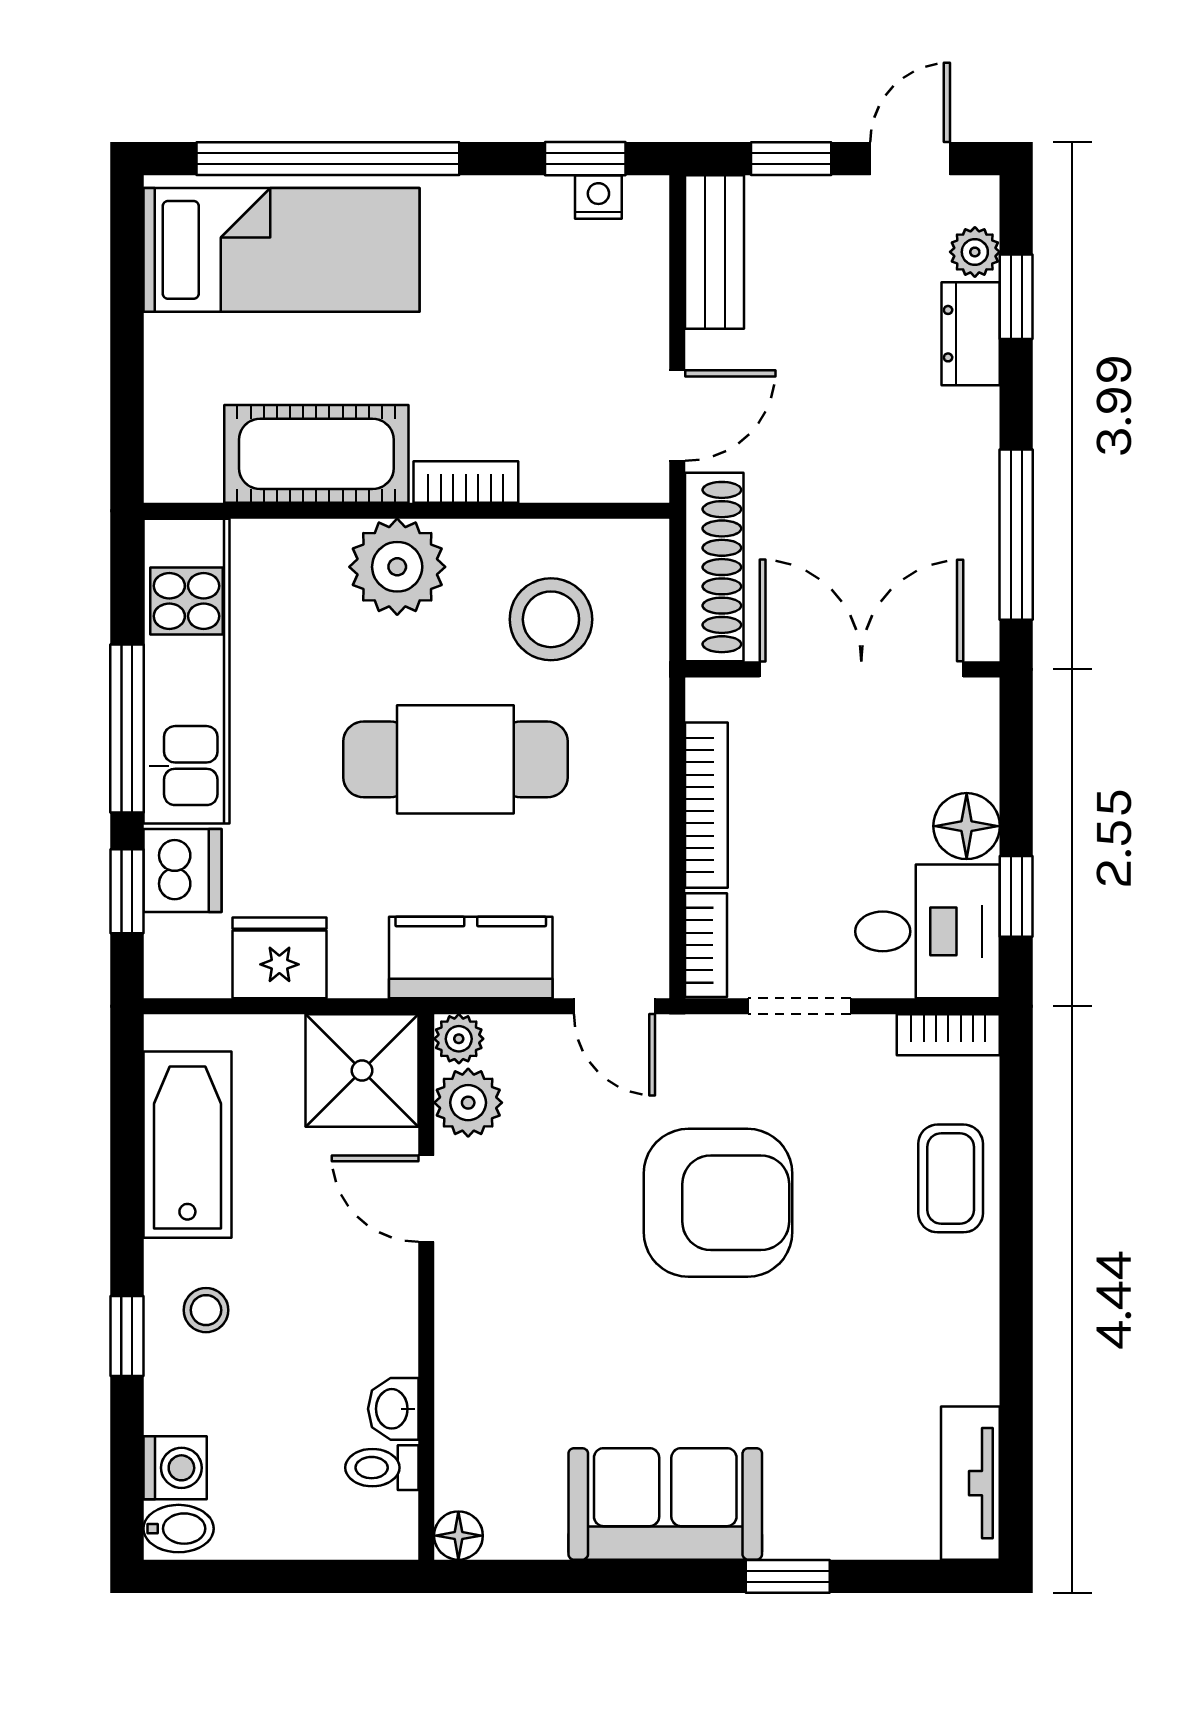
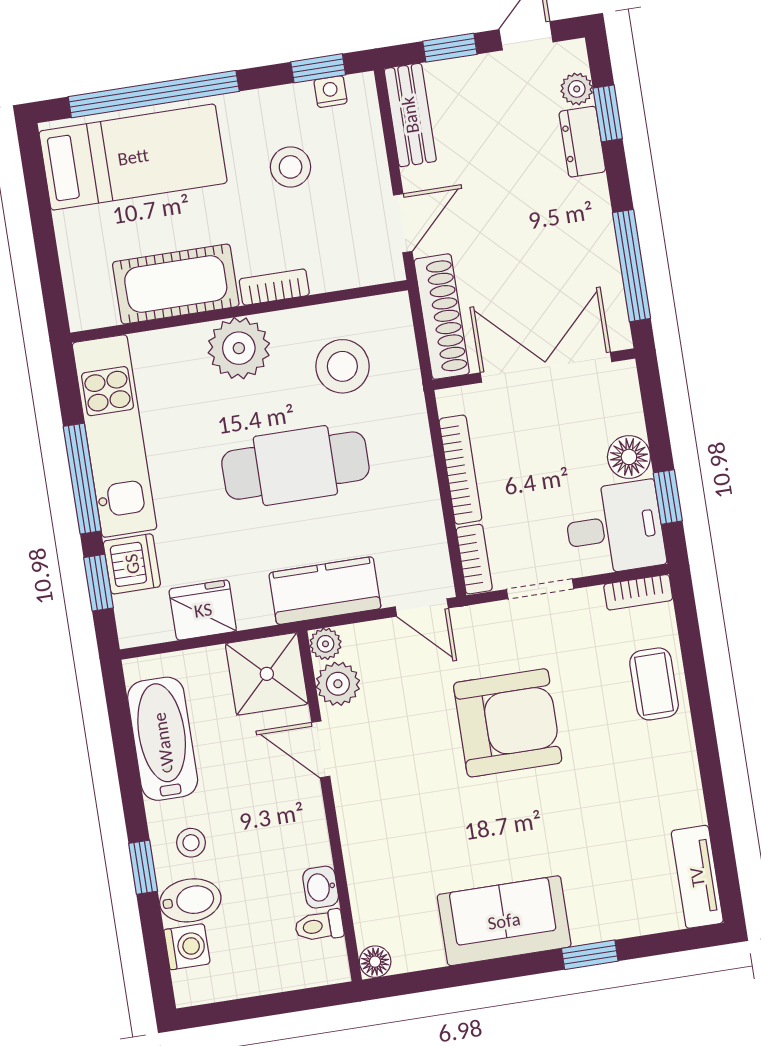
stool: (519, 303) -> (291, 167), added
bidet: (179, 1529) -> (190, 900), moved, width x1.38, depth x1.36

